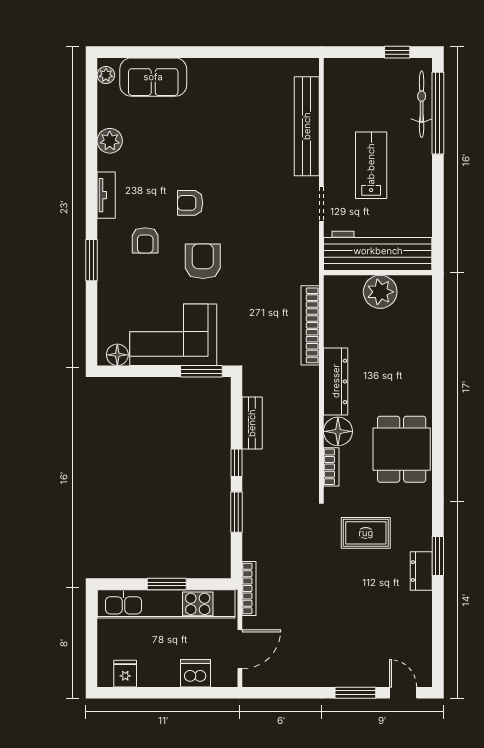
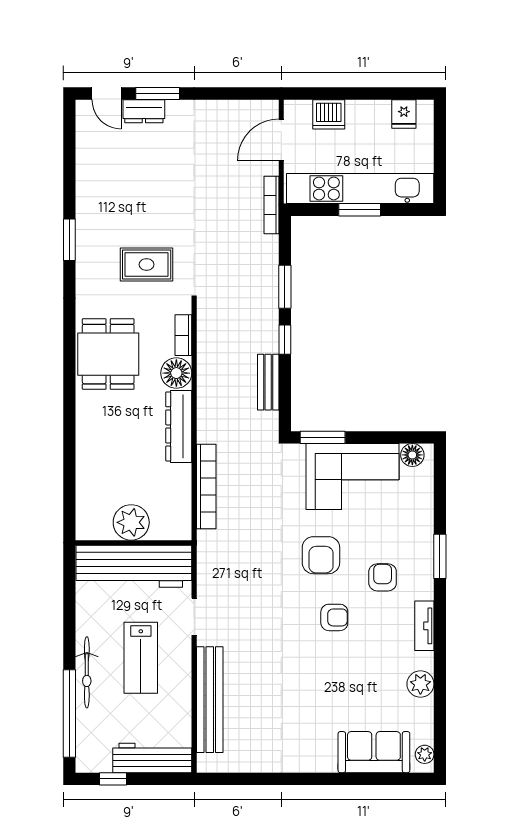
workbench: (360, 72) -> (152, 758), added
bicycle: (422, 104) -> (87, 672), moved
dresser: (421, 571) -> (144, 111), moved, turned 90

